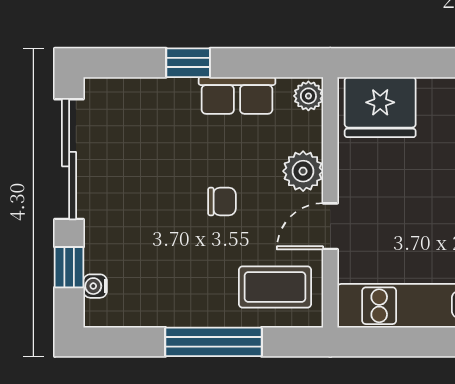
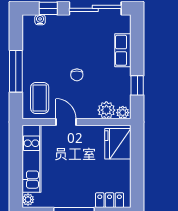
window: (188, 63) -> (137, 85), moved
row of seats: (237, 95) -> (123, 50), moved
plant: (303, 171) -> (106, 110), moved

